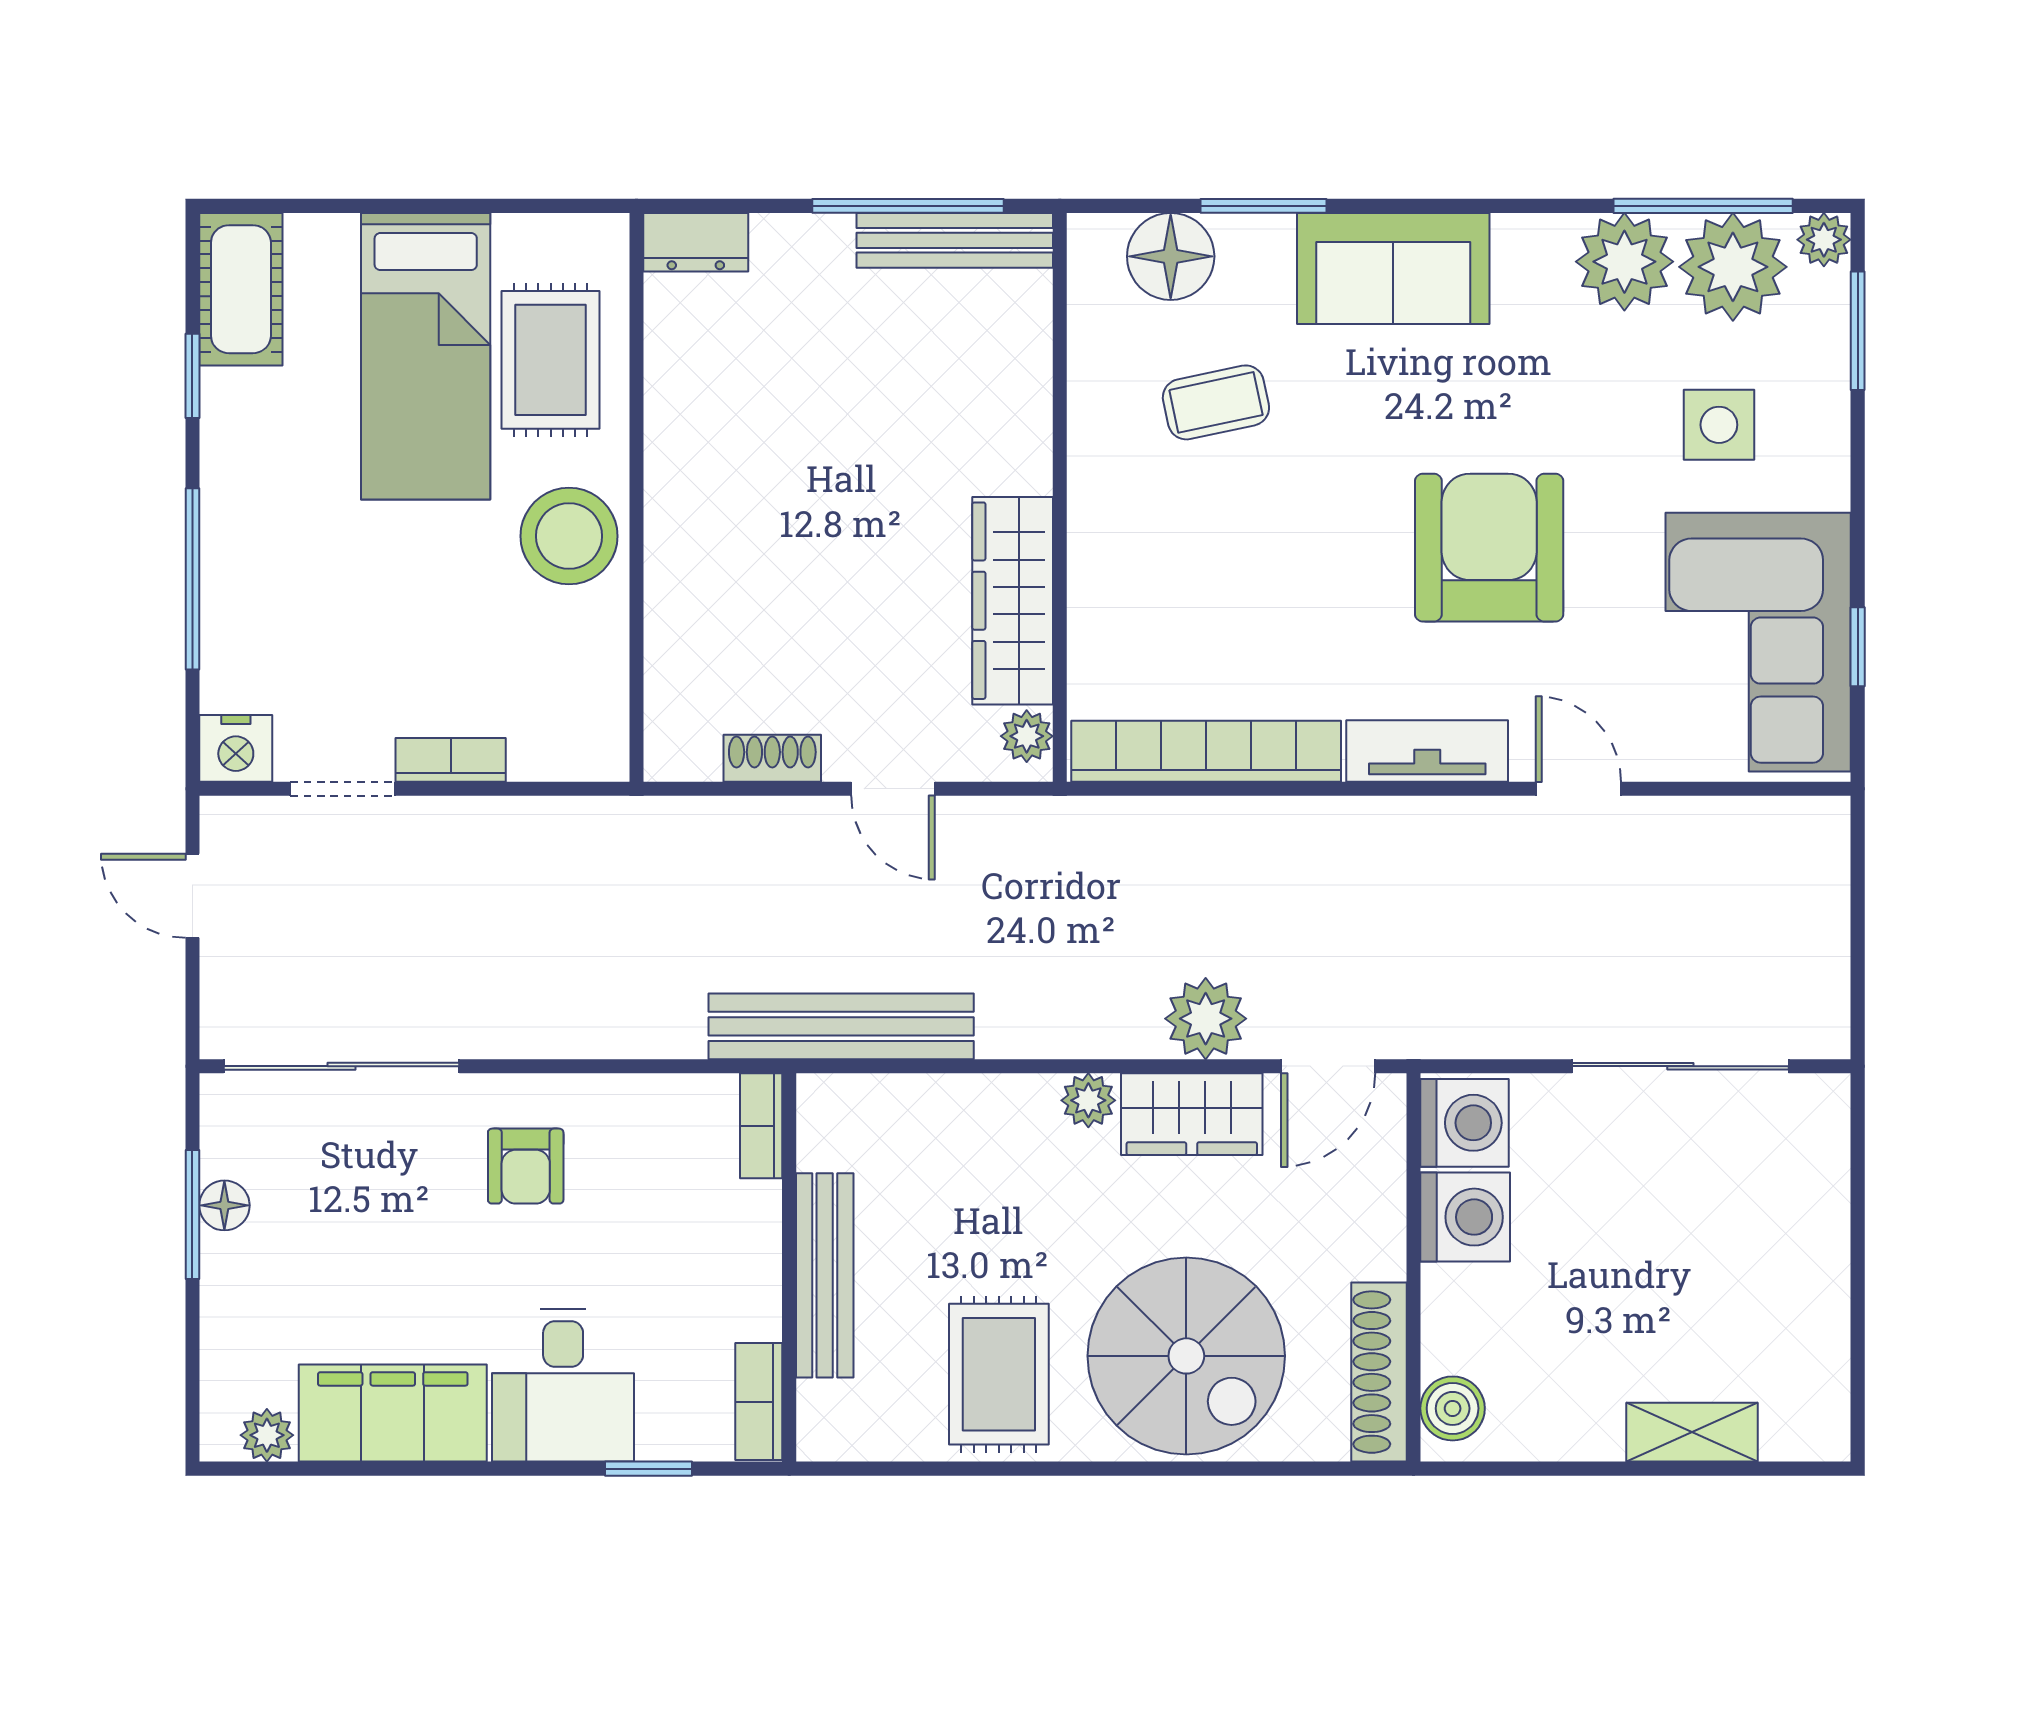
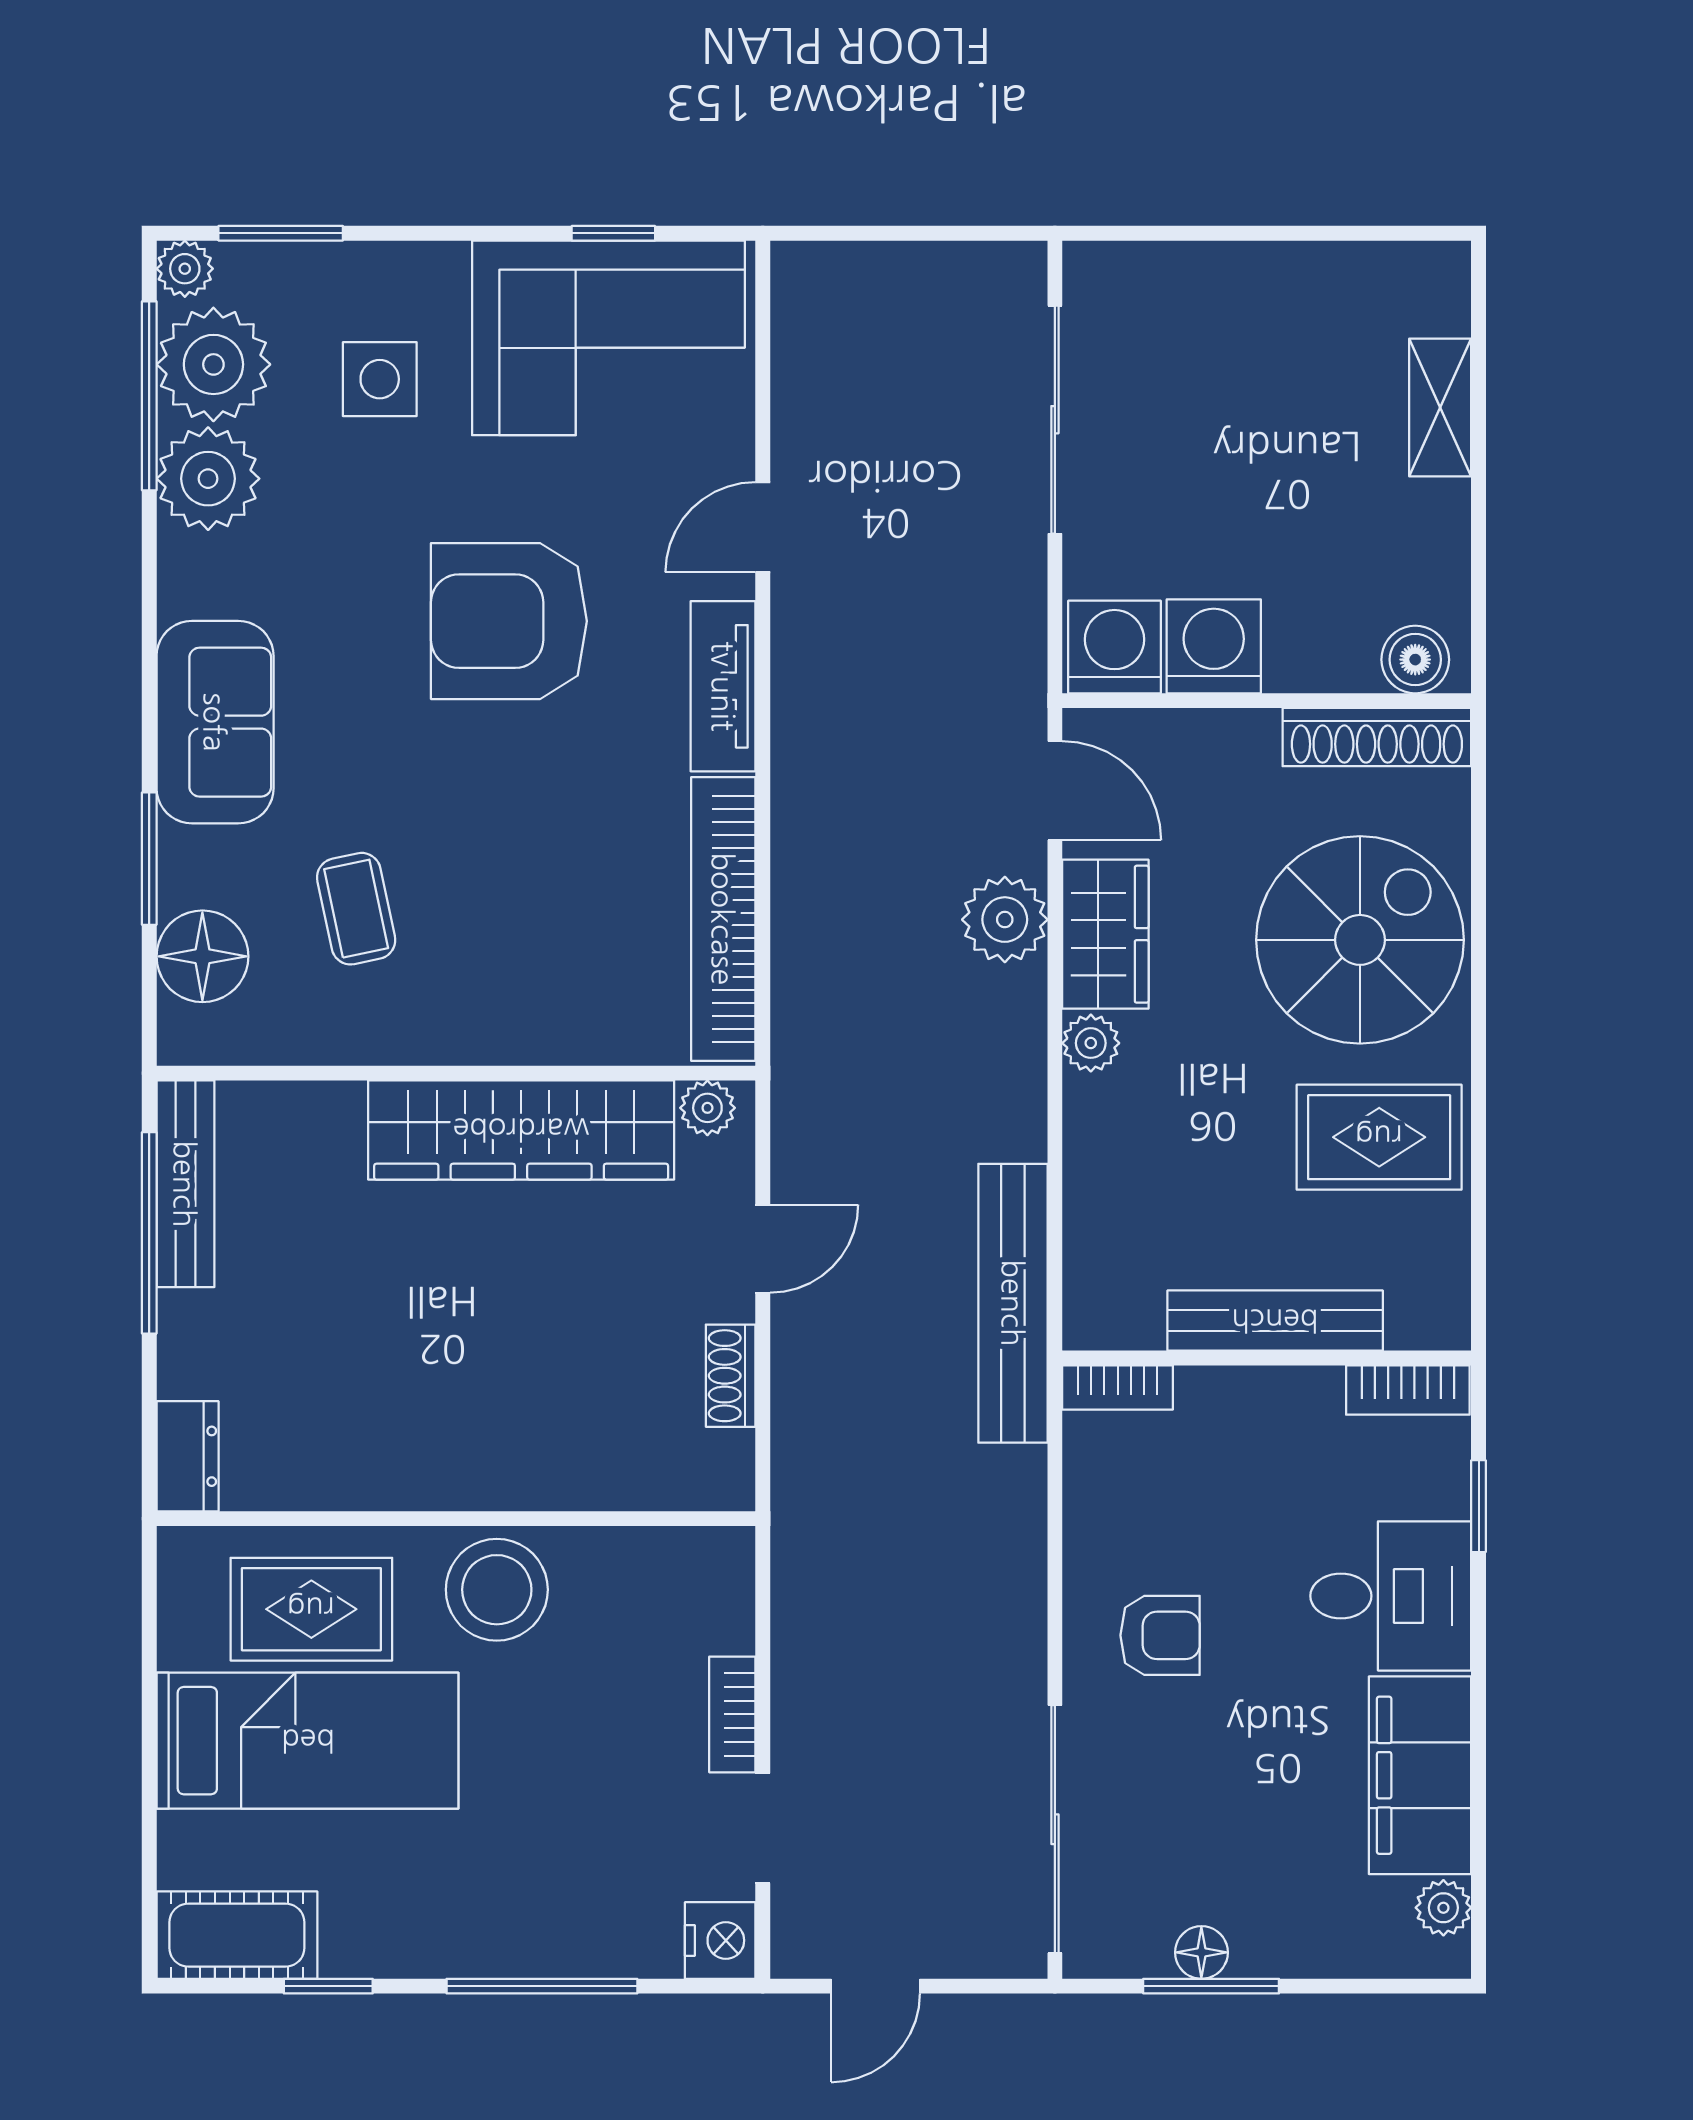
wardrobe: (1013, 601) -> (521, 1130), width x1.40, depth x1.17

